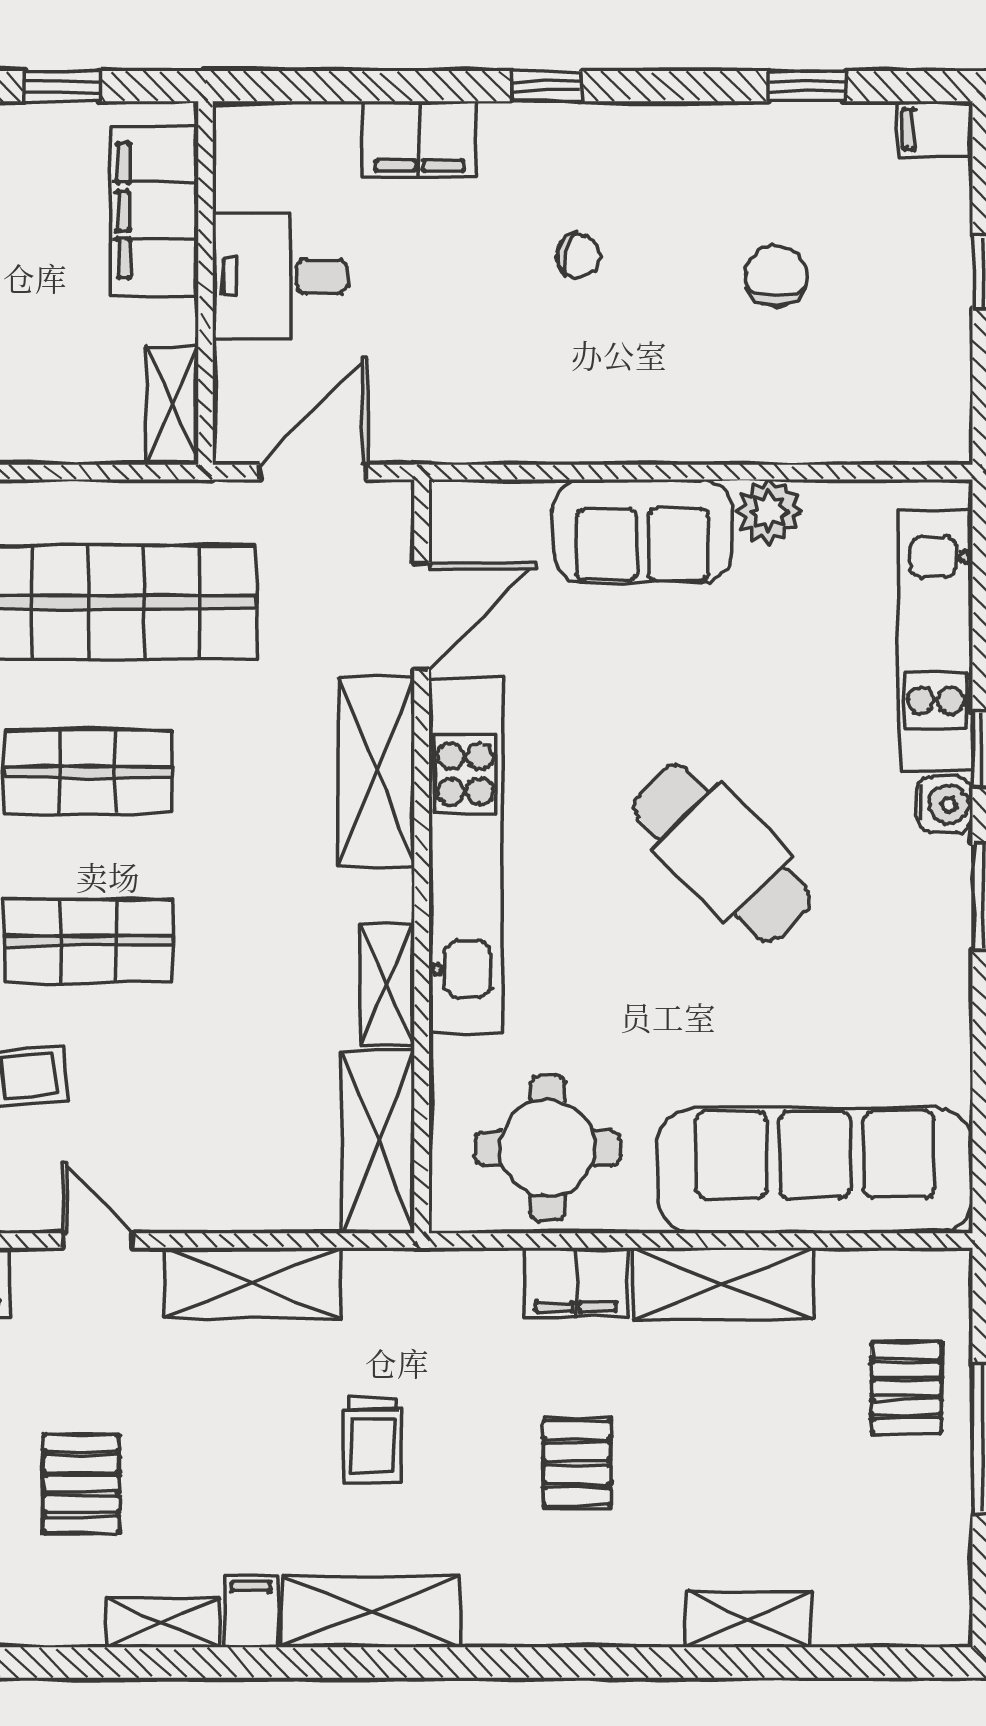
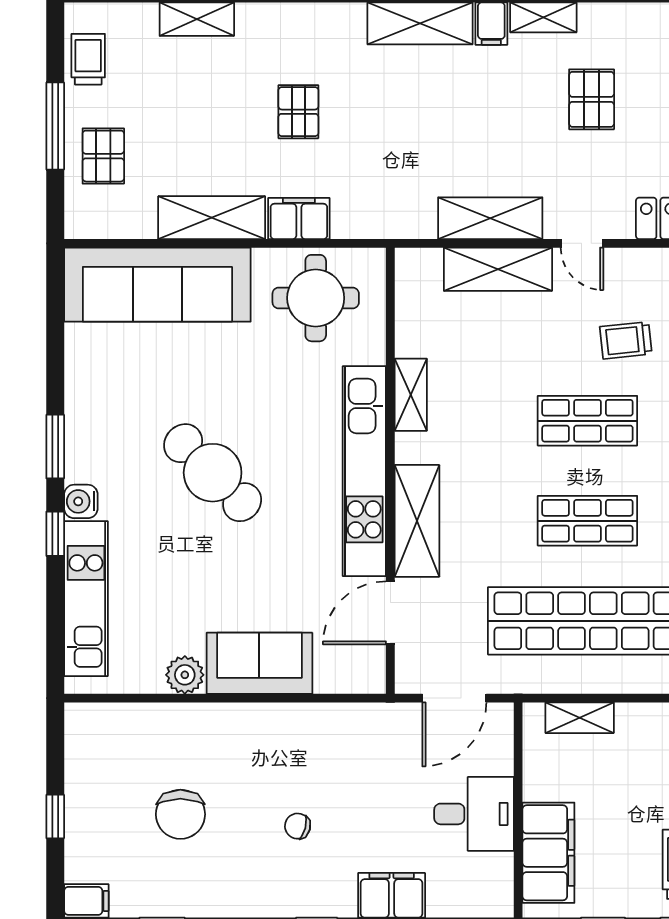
chair: (776, 276) -> (180, 814), width x1.37, depth x1.37
shelving: (172, 404) -> (580, 718), moved, turned 90
shelving: (378, 1142) -> (498, 269), moved, turned 90
trolley: (372, 1440) -> (88, 59), moved

